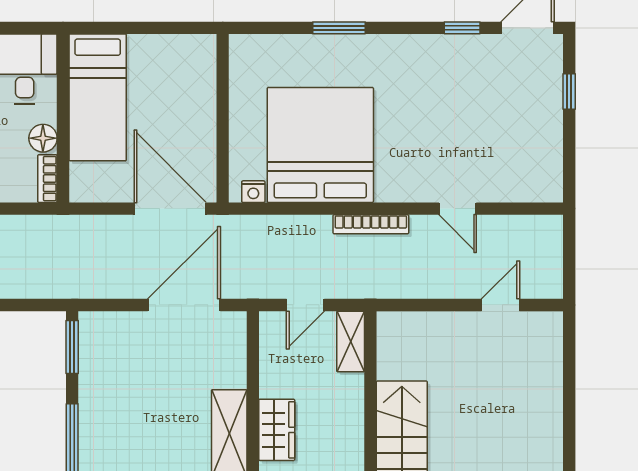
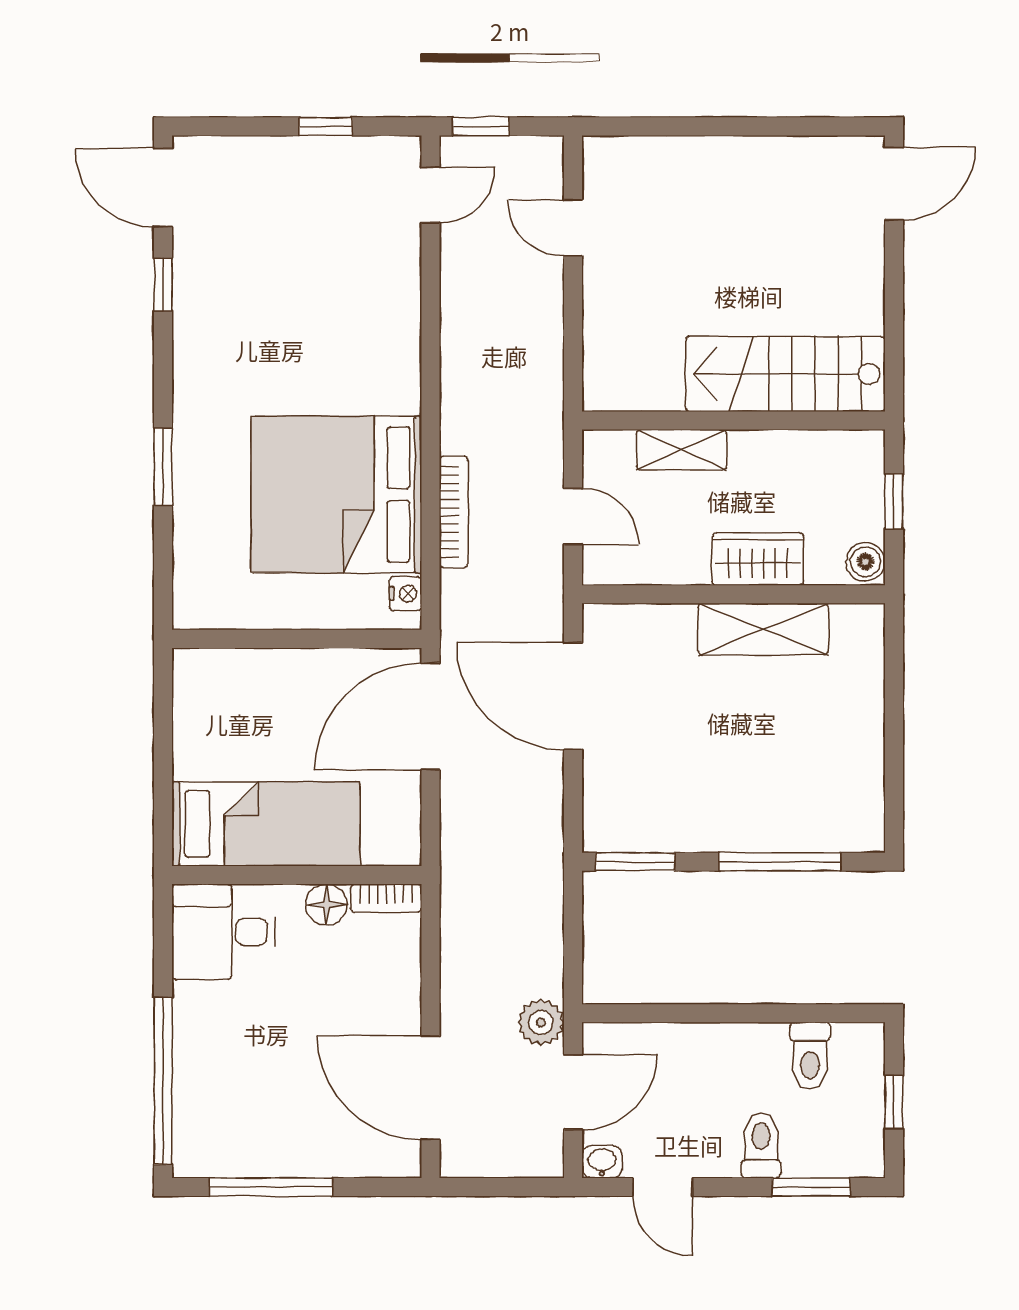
window: (569, 92) -> (326, 126), moved
door: (458, 209) -> (430, 195), moved
bookcase: (371, 224) -> (454, 512), moved
window: (569, 243) -> (481, 126), added
shelving: (351, 341) -> (682, 450), moved

